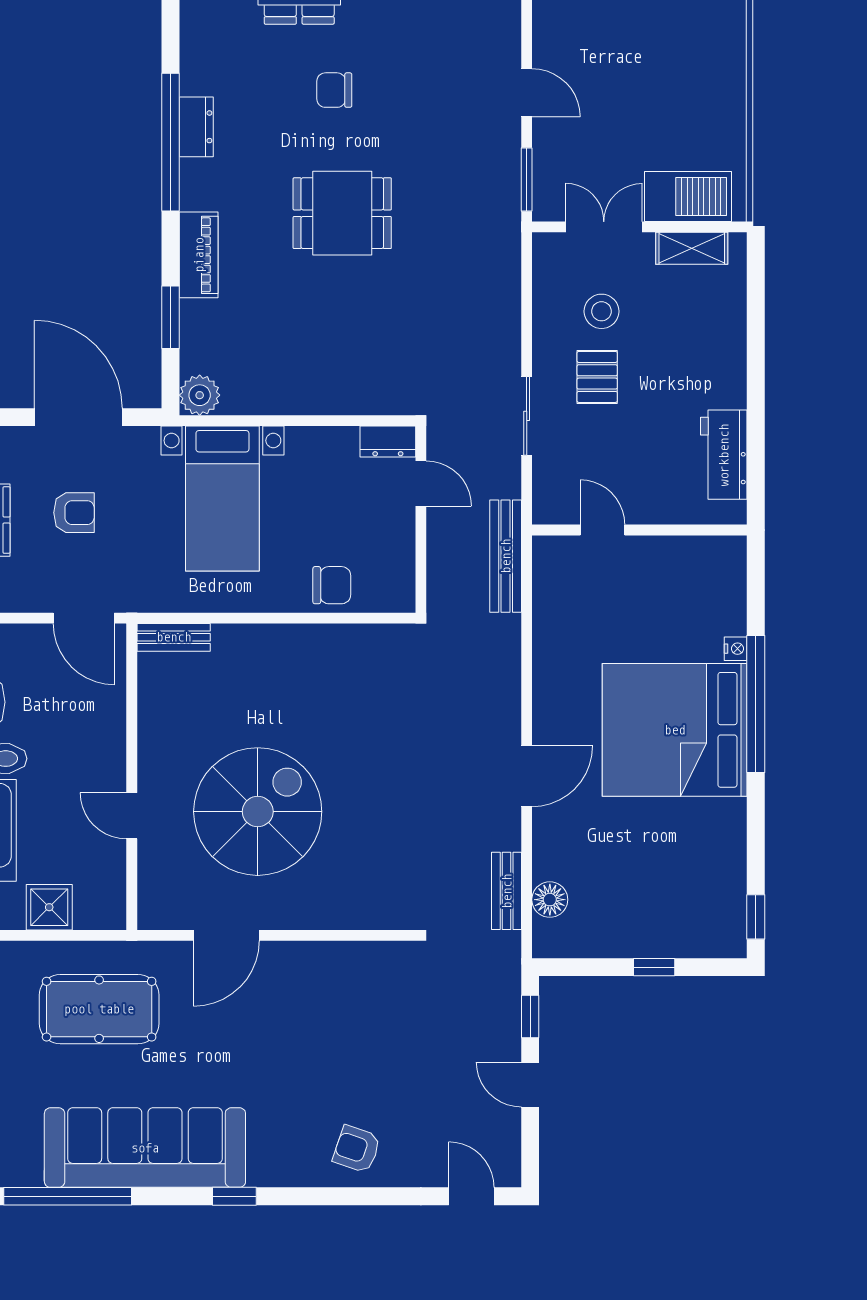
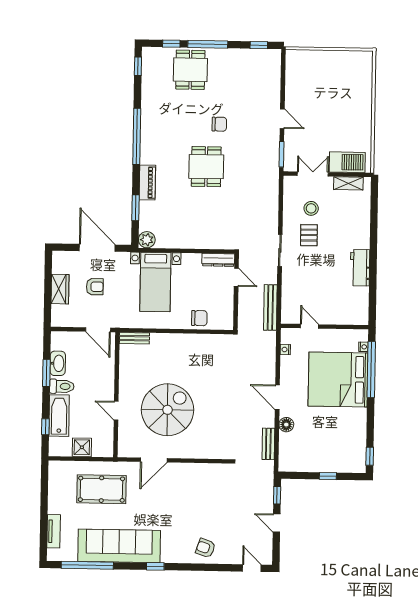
chair: (334, 90) -> (219, 124), moved, turned 180
dresser: (196, 127) -> (147, 130), removed
dining table: (342, 213) -> (206, 167), turned 90
dresser: (388, 442) -> (218, 260), width x1.44
door: (603, 530) -> (309, 326), moved
wall: (639, 530) -> (325, 327), moved
nightstand: (544, 659) -> (285, 350), added
door: (527, 776) -> (277, 397), swing flipped
floor lamp: (550, 900) -> (286, 425), moved

